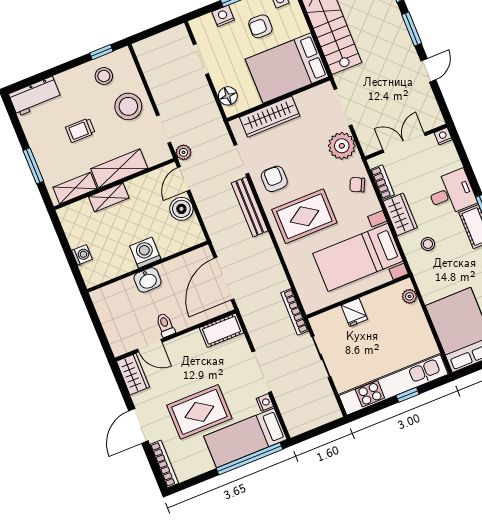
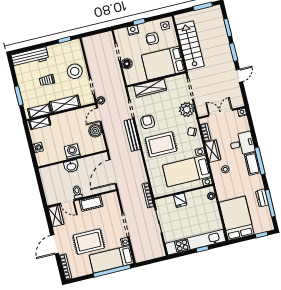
stool: (104, 76) -> (64, 53), removed
workbench: (35, 96) -> (30, 57), width x1.38
floor lamp: (228, 96) -> (127, 64), moved
shelving: (109, 197) -> (40, 123), moved
cot: (222, 330) -> (91, 203), moved

